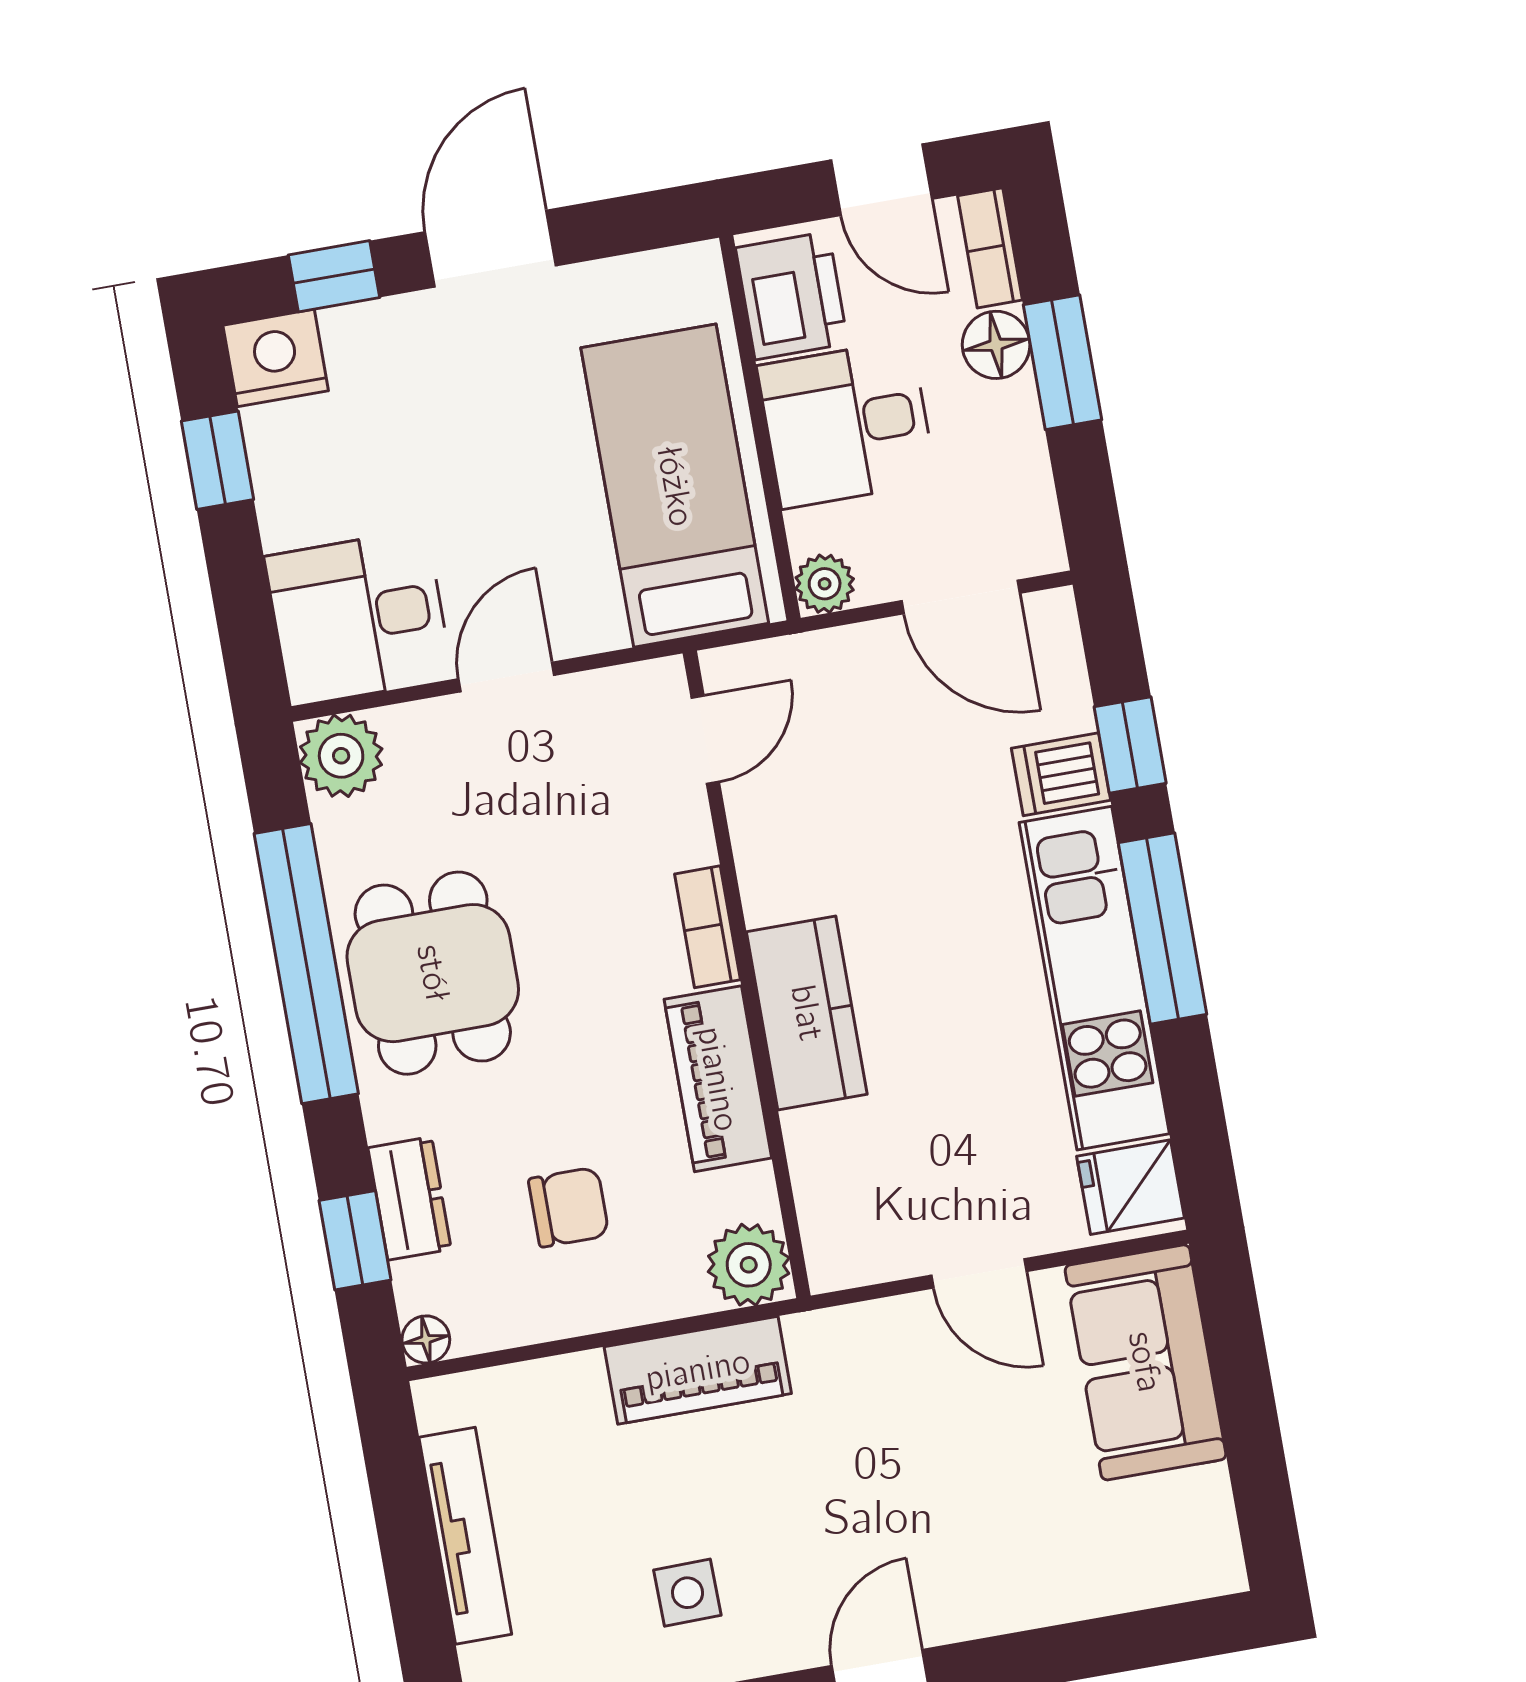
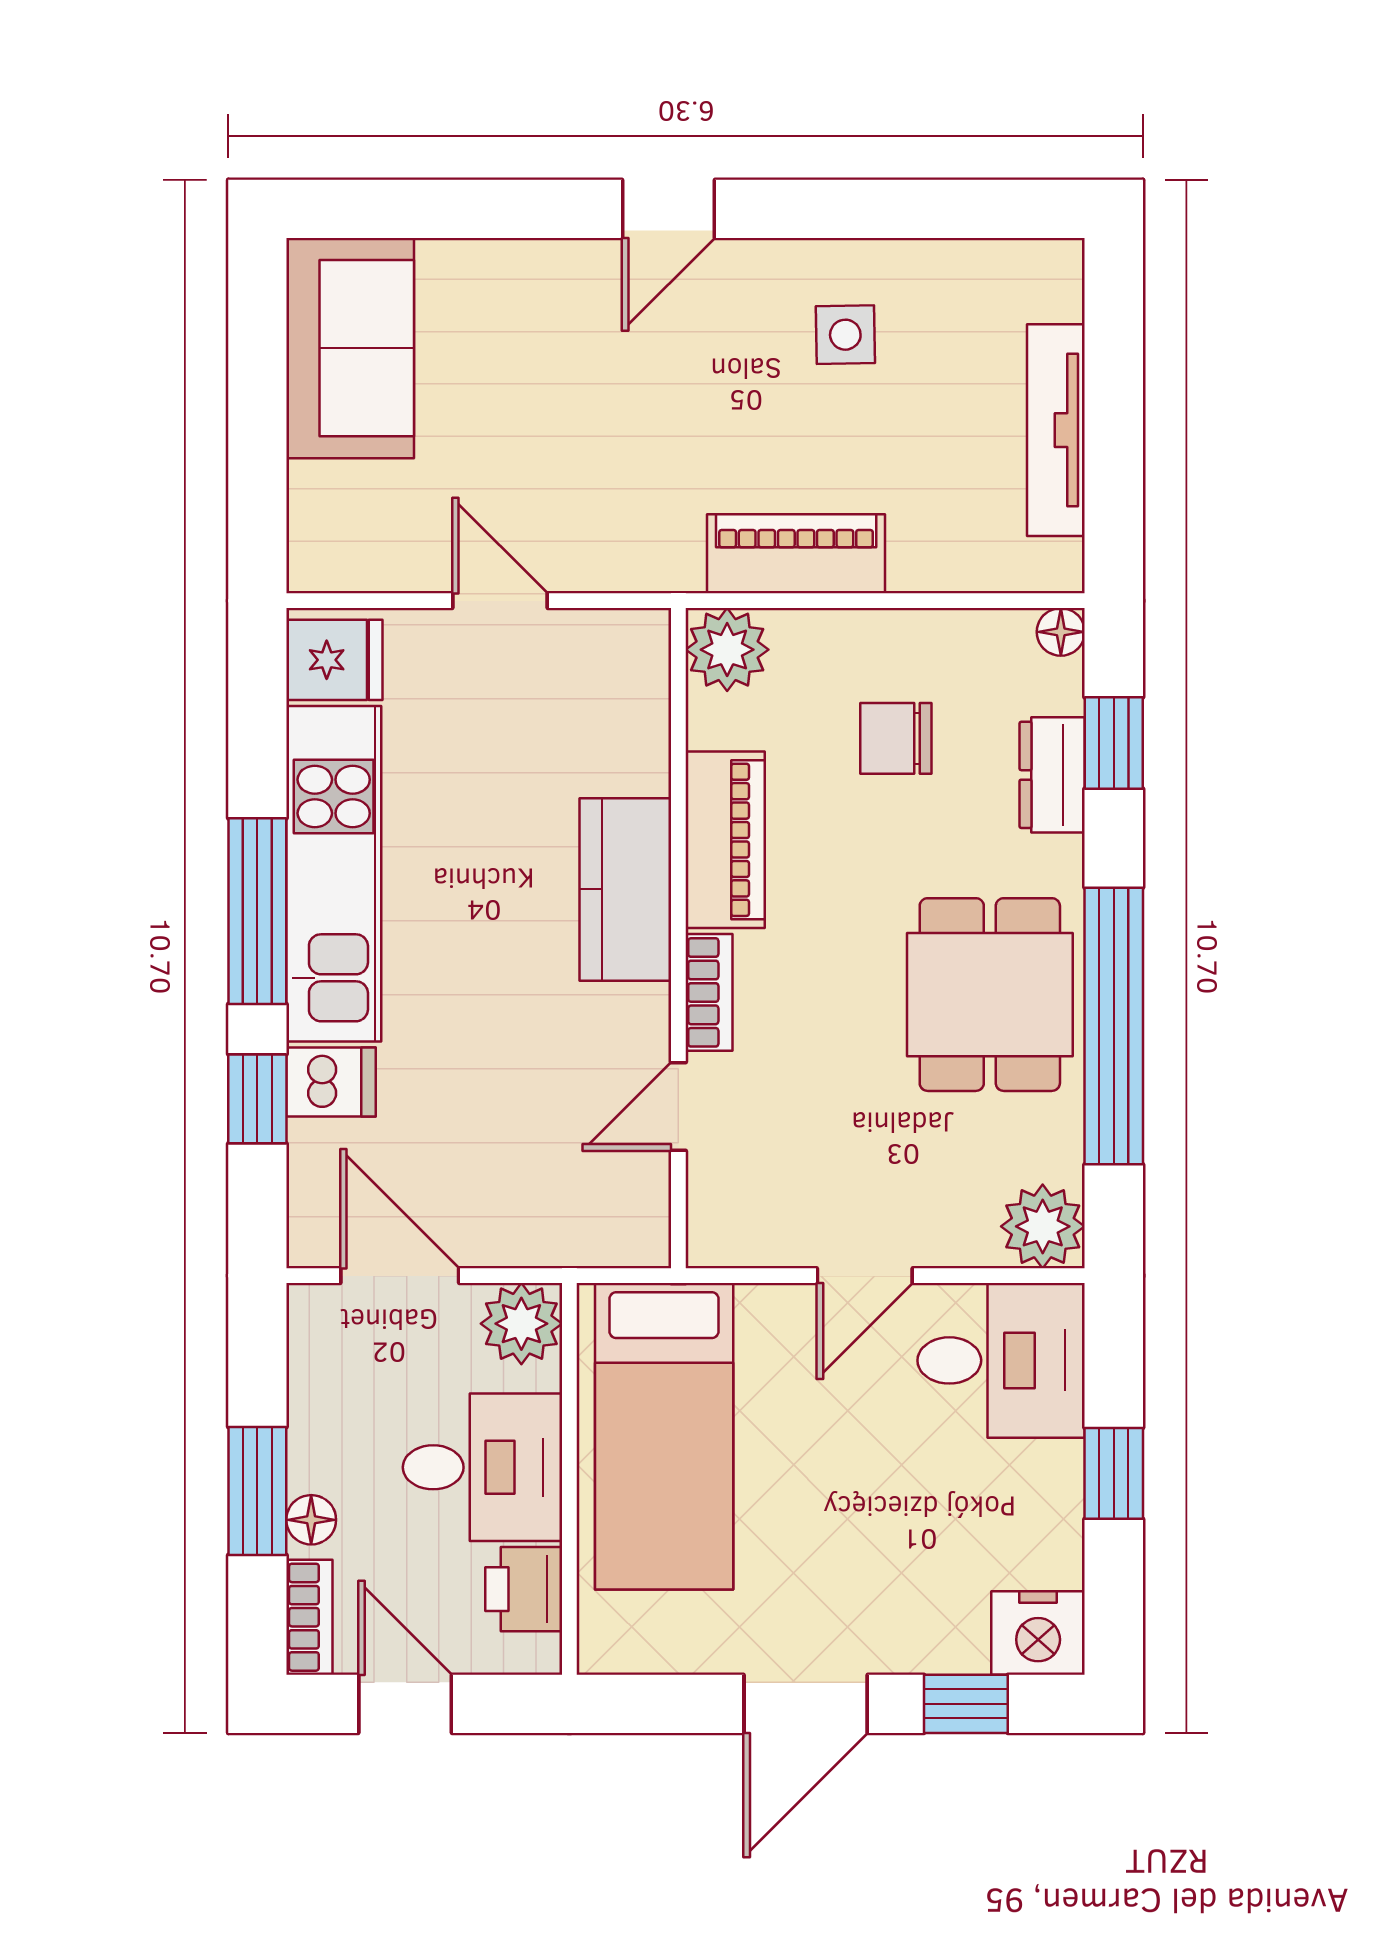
printer: (792, 296) -> (524, 1589), width x0.73, depth x0.81
floor lamp: (996, 345) -> (311, 1520), width x0.73, depth x0.73
window: (217, 460) -> (1114, 1473), moved
plant: (825, 584) -> (521, 1324), width x1.38, depth x1.38
door: (705, 740) -> (678, 1106), moved
sofa: (1145, 1362) -> (350, 348), moved

